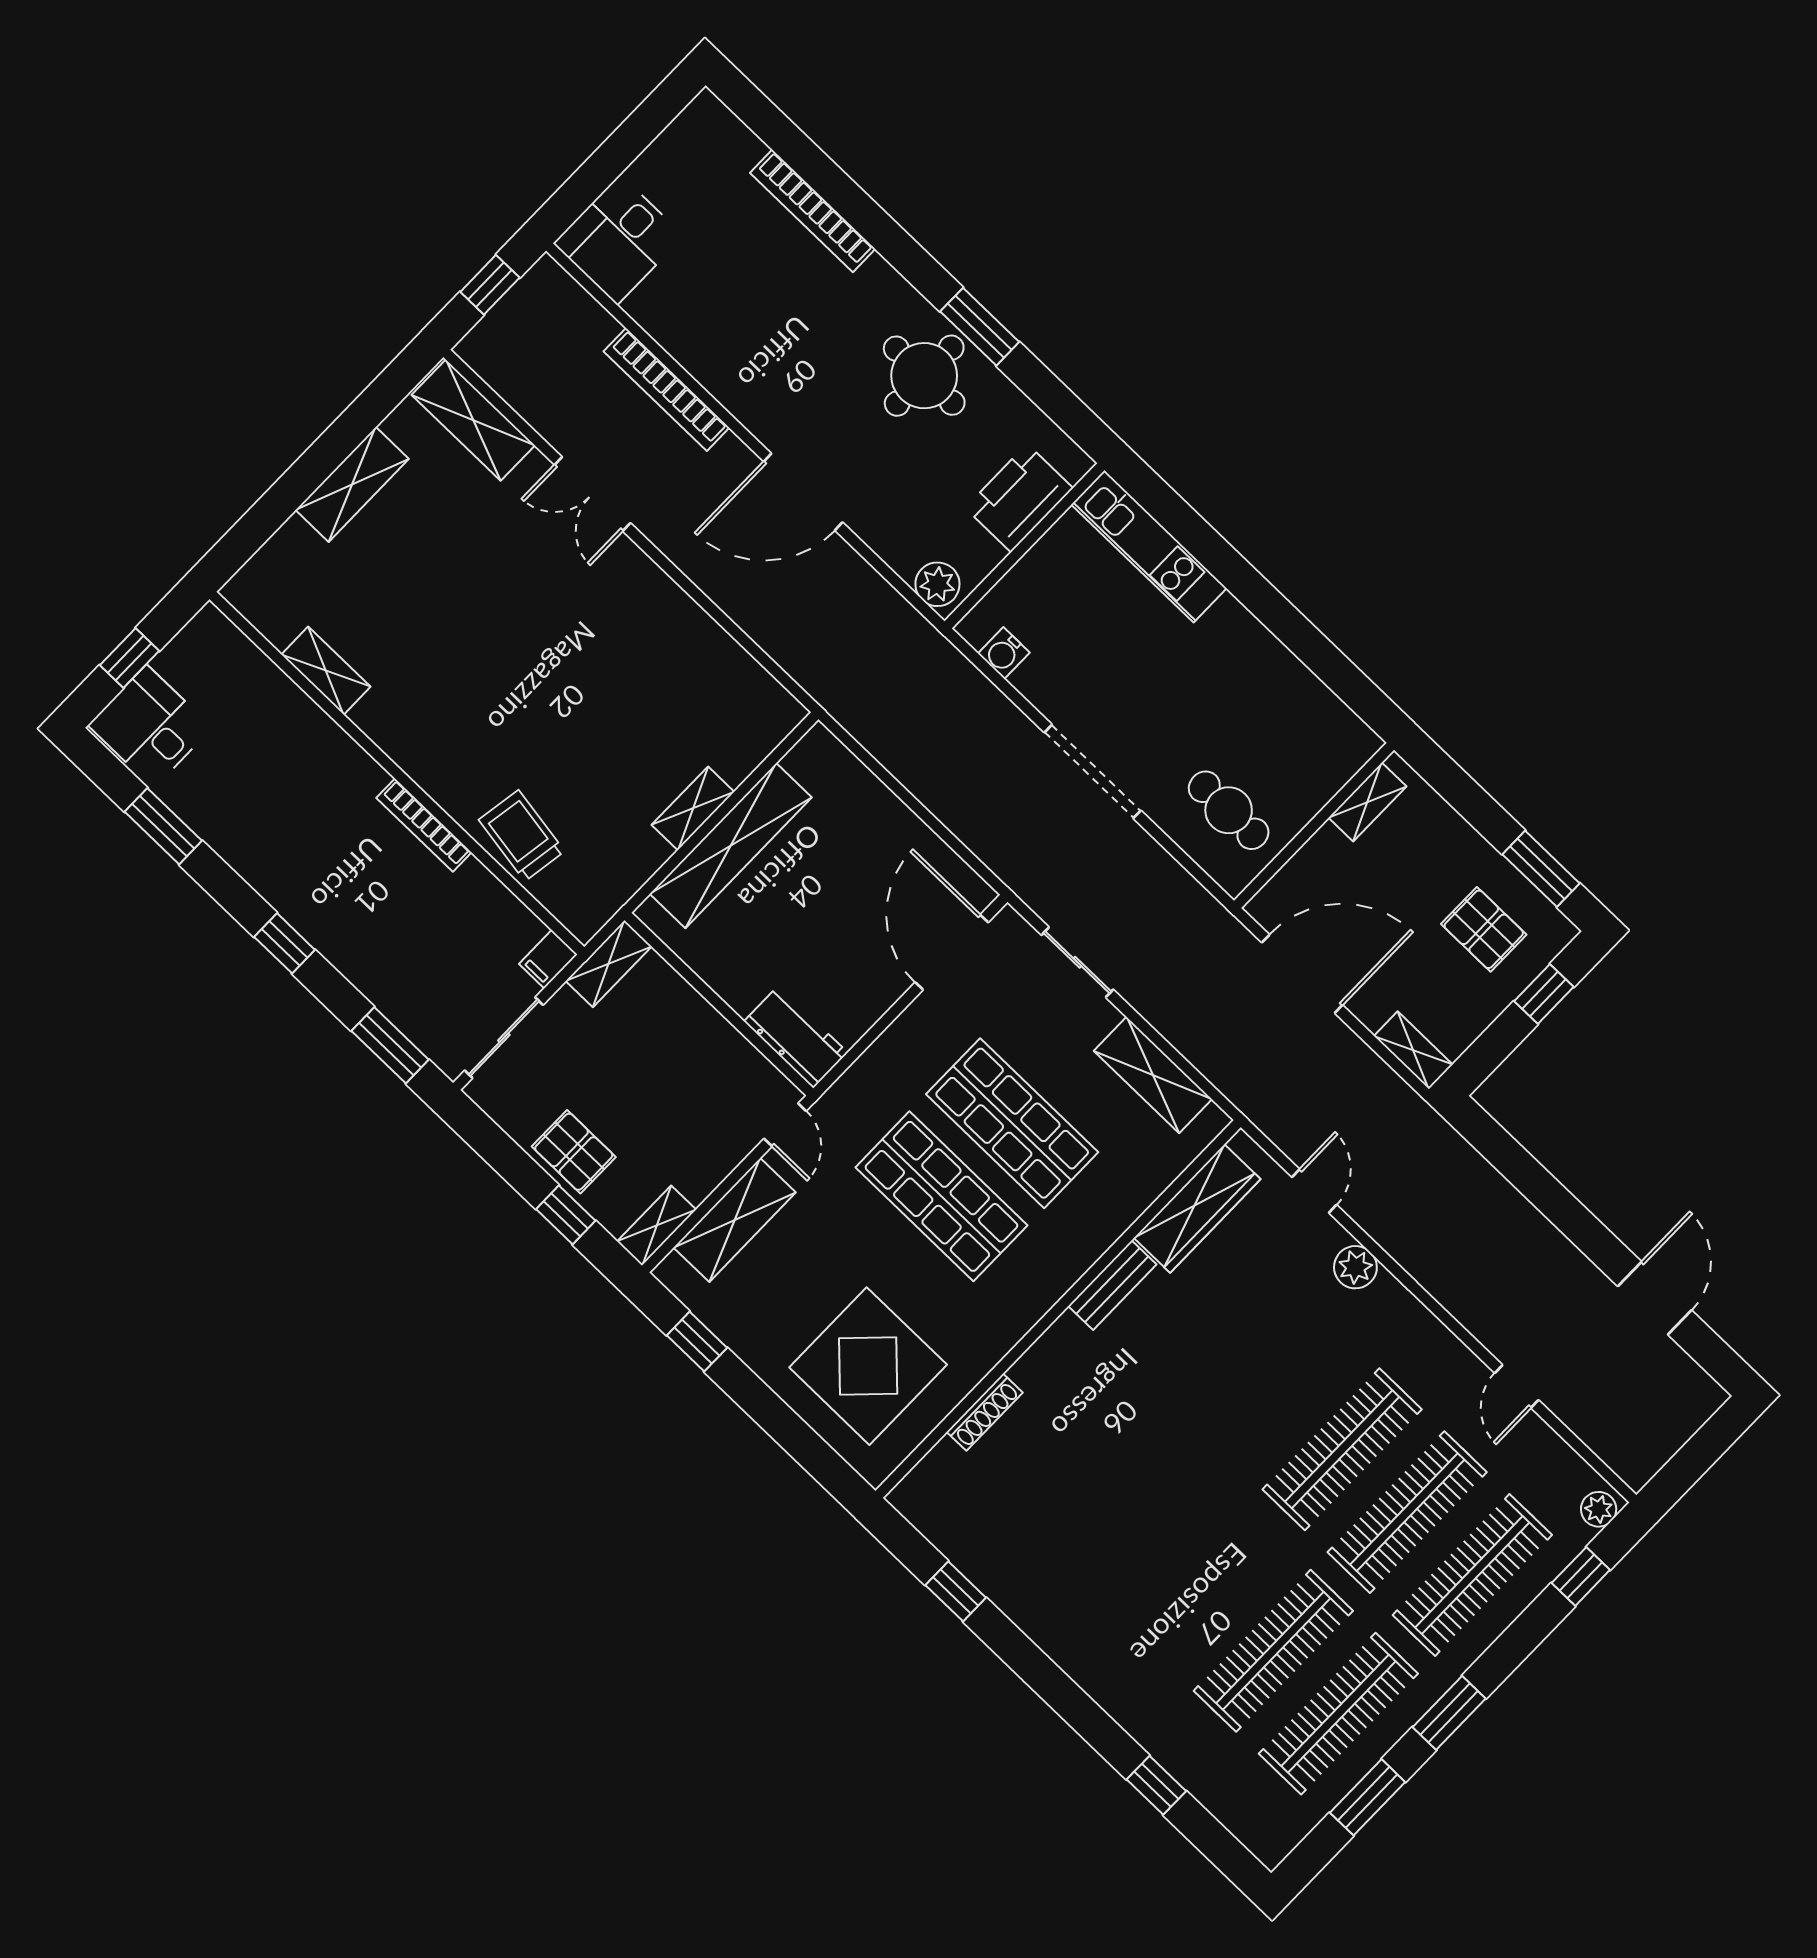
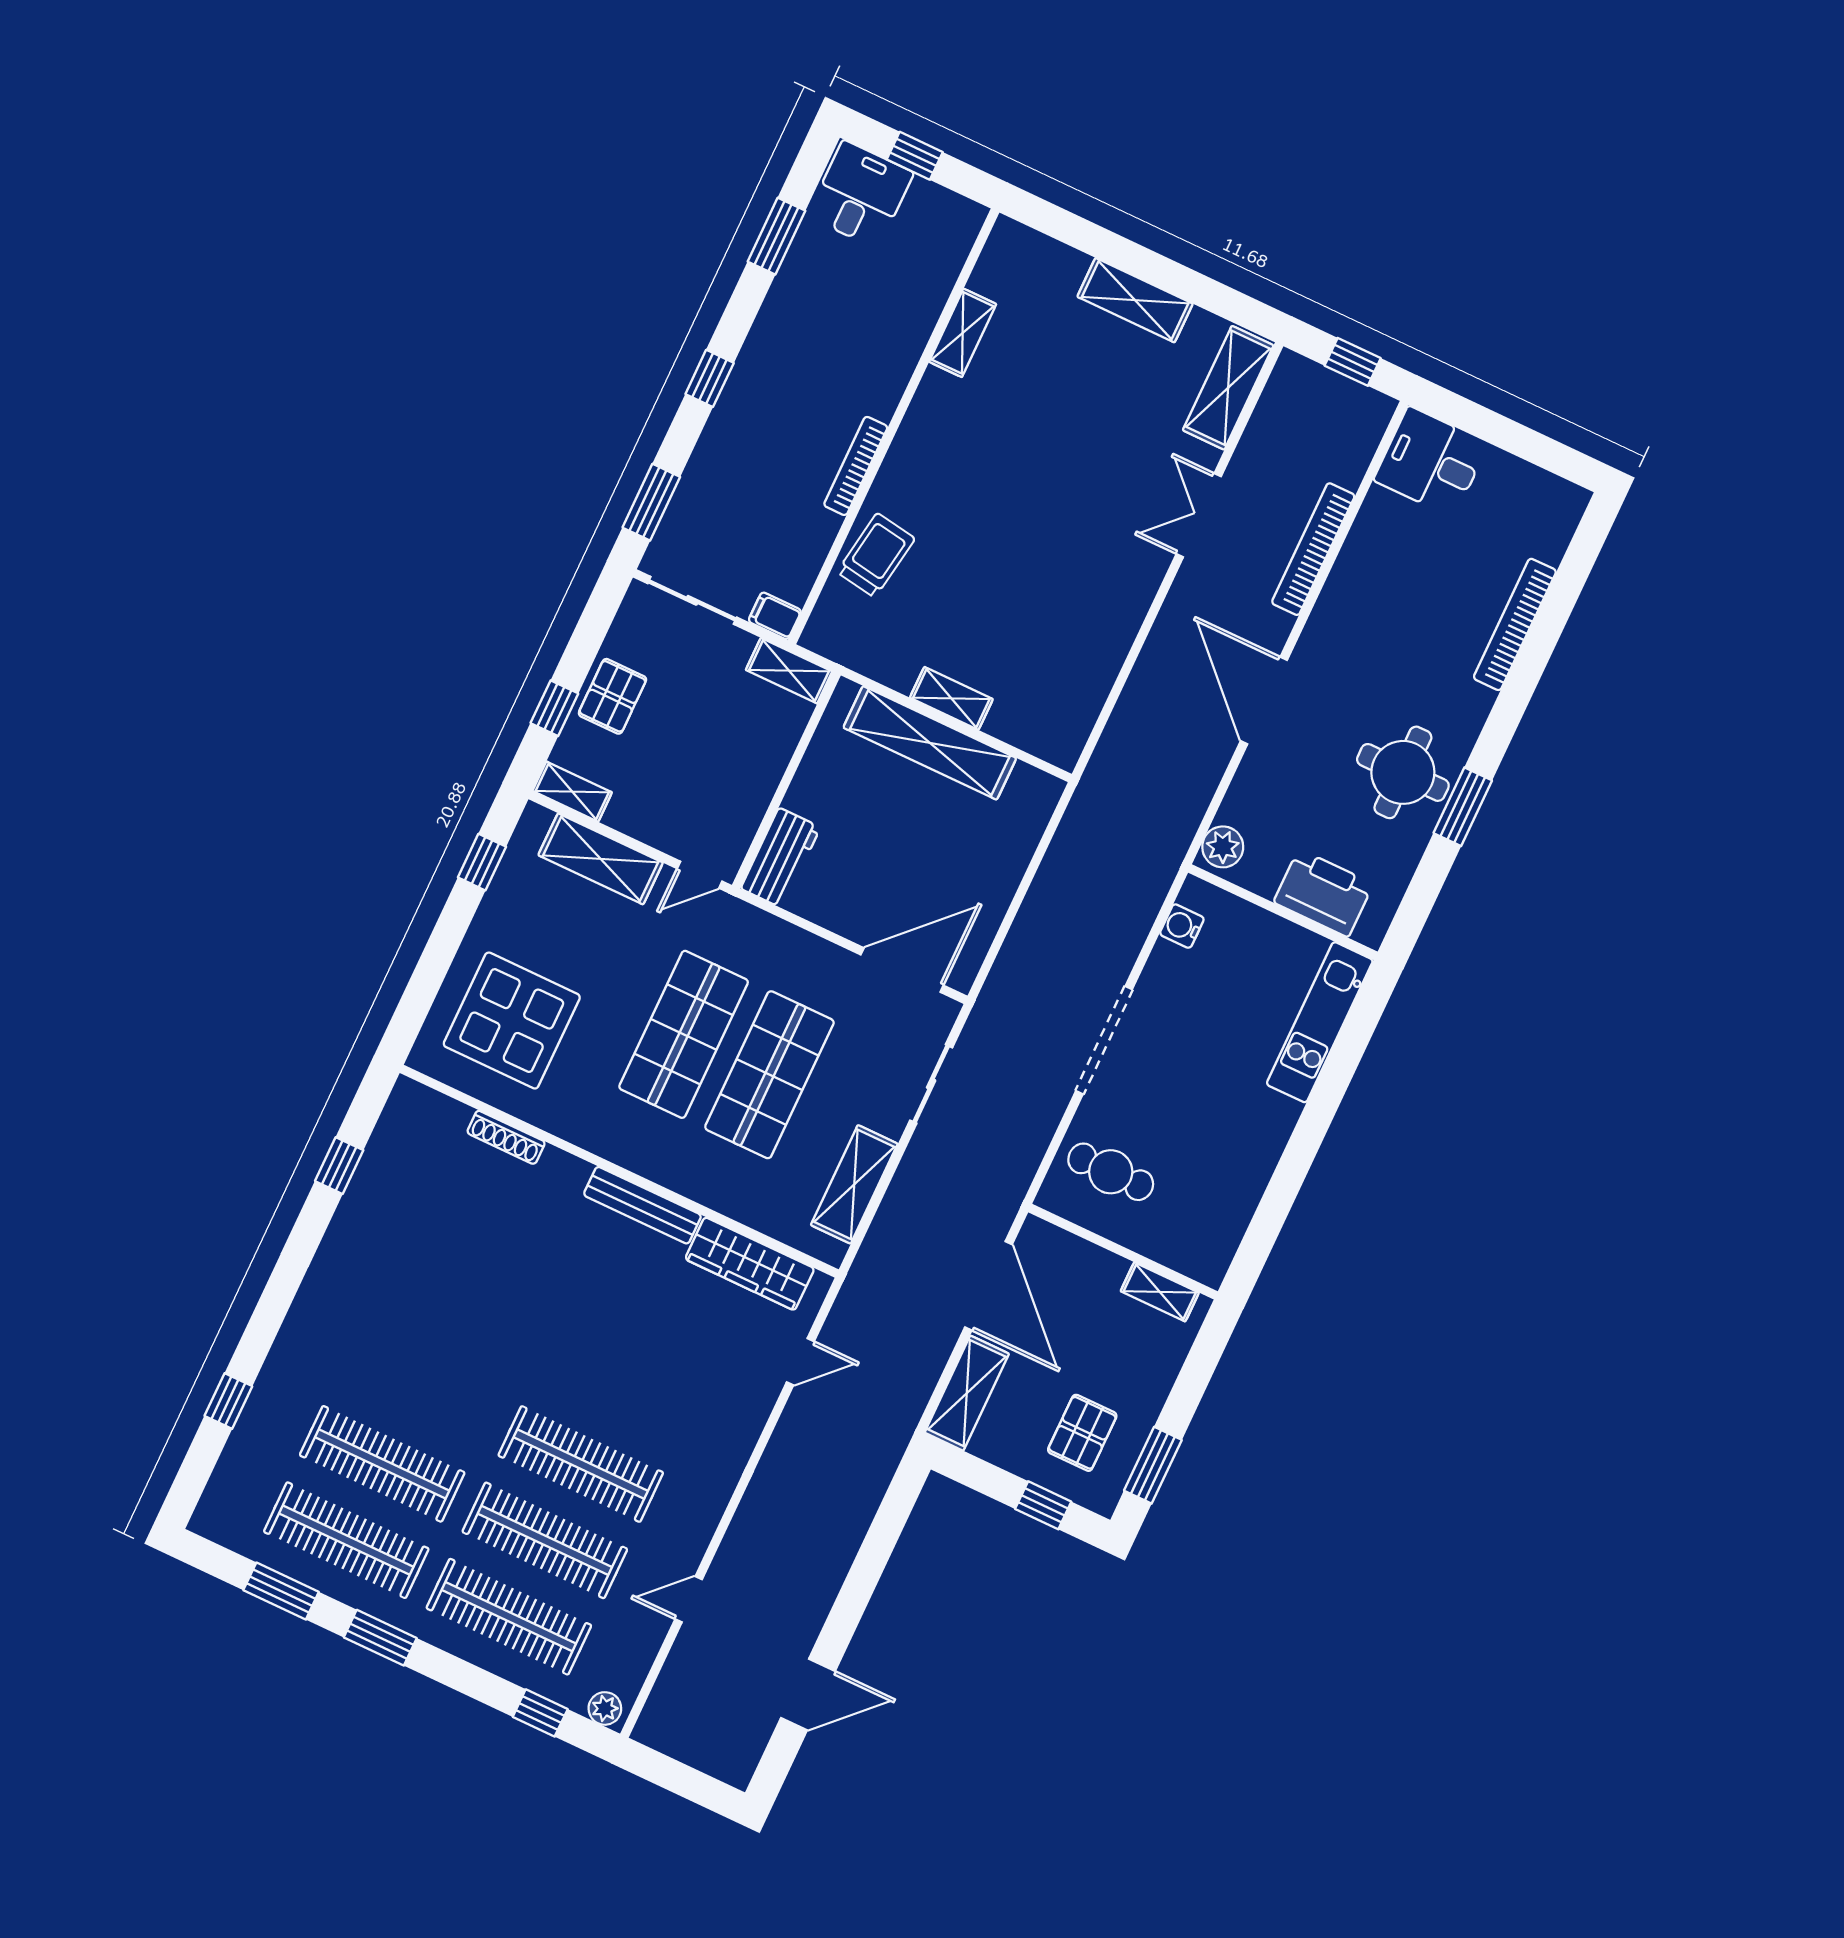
cafe table: (1229, 810) -> (1111, 1172), turned 90
shelving: (1413, 1050) -> (967, 1393), width x1.50, depth x1.33
plant: (1355, 1267) -> (745, 1421), removed
bench: (1112, 1285) -> (642, 1205), width x1.36

